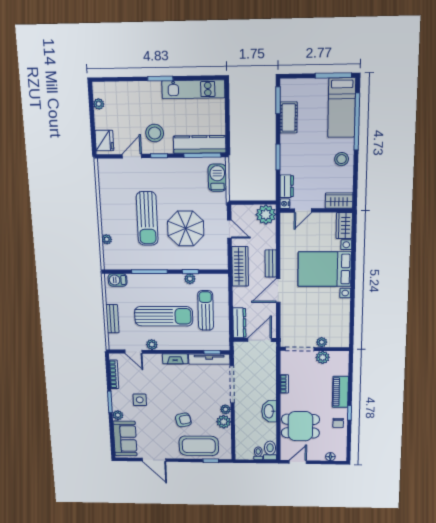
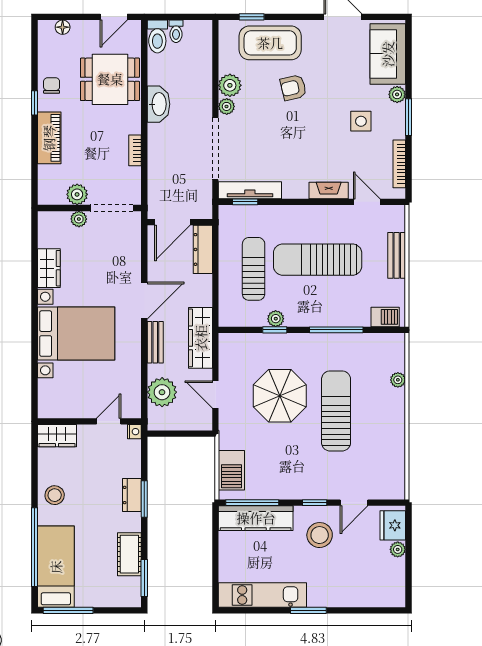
plant: (99, 104) -> (398, 549), moved
dresser: (287, 186) -> (132, 495), moved
plant: (266, 215) -> (162, 392), moved
wardrobe: (344, 226) -> (49, 268), moved
sun lounger: (206, 310) -> (254, 269), turned 180
plant: (152, 345) -> (338, 214), removed
fireplace: (175, 359) -> (329, 190), moved

